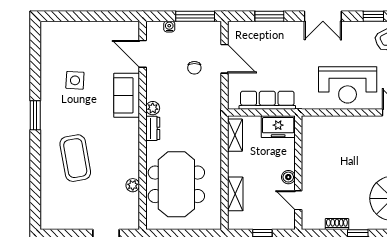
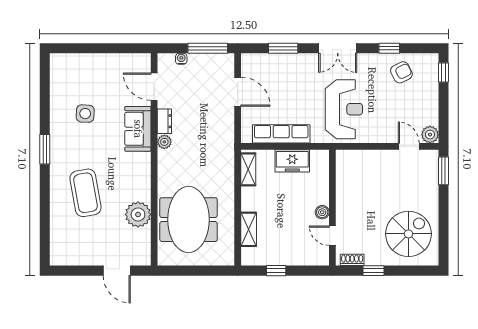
chair: (194, 68) -> (207, 101), removed
reception desk: (348, 85) -> (344, 109), moved, turned -90
dresser: (153, 128) -> (164, 121), moved
wall: (298, 173) -> (332, 208), moved
boiler: (288, 177) -> (322, 212), moved
plant: (133, 185) -> (138, 214), width x1.88, depth x1.88
door: (298, 200) -> (332, 236), moved

